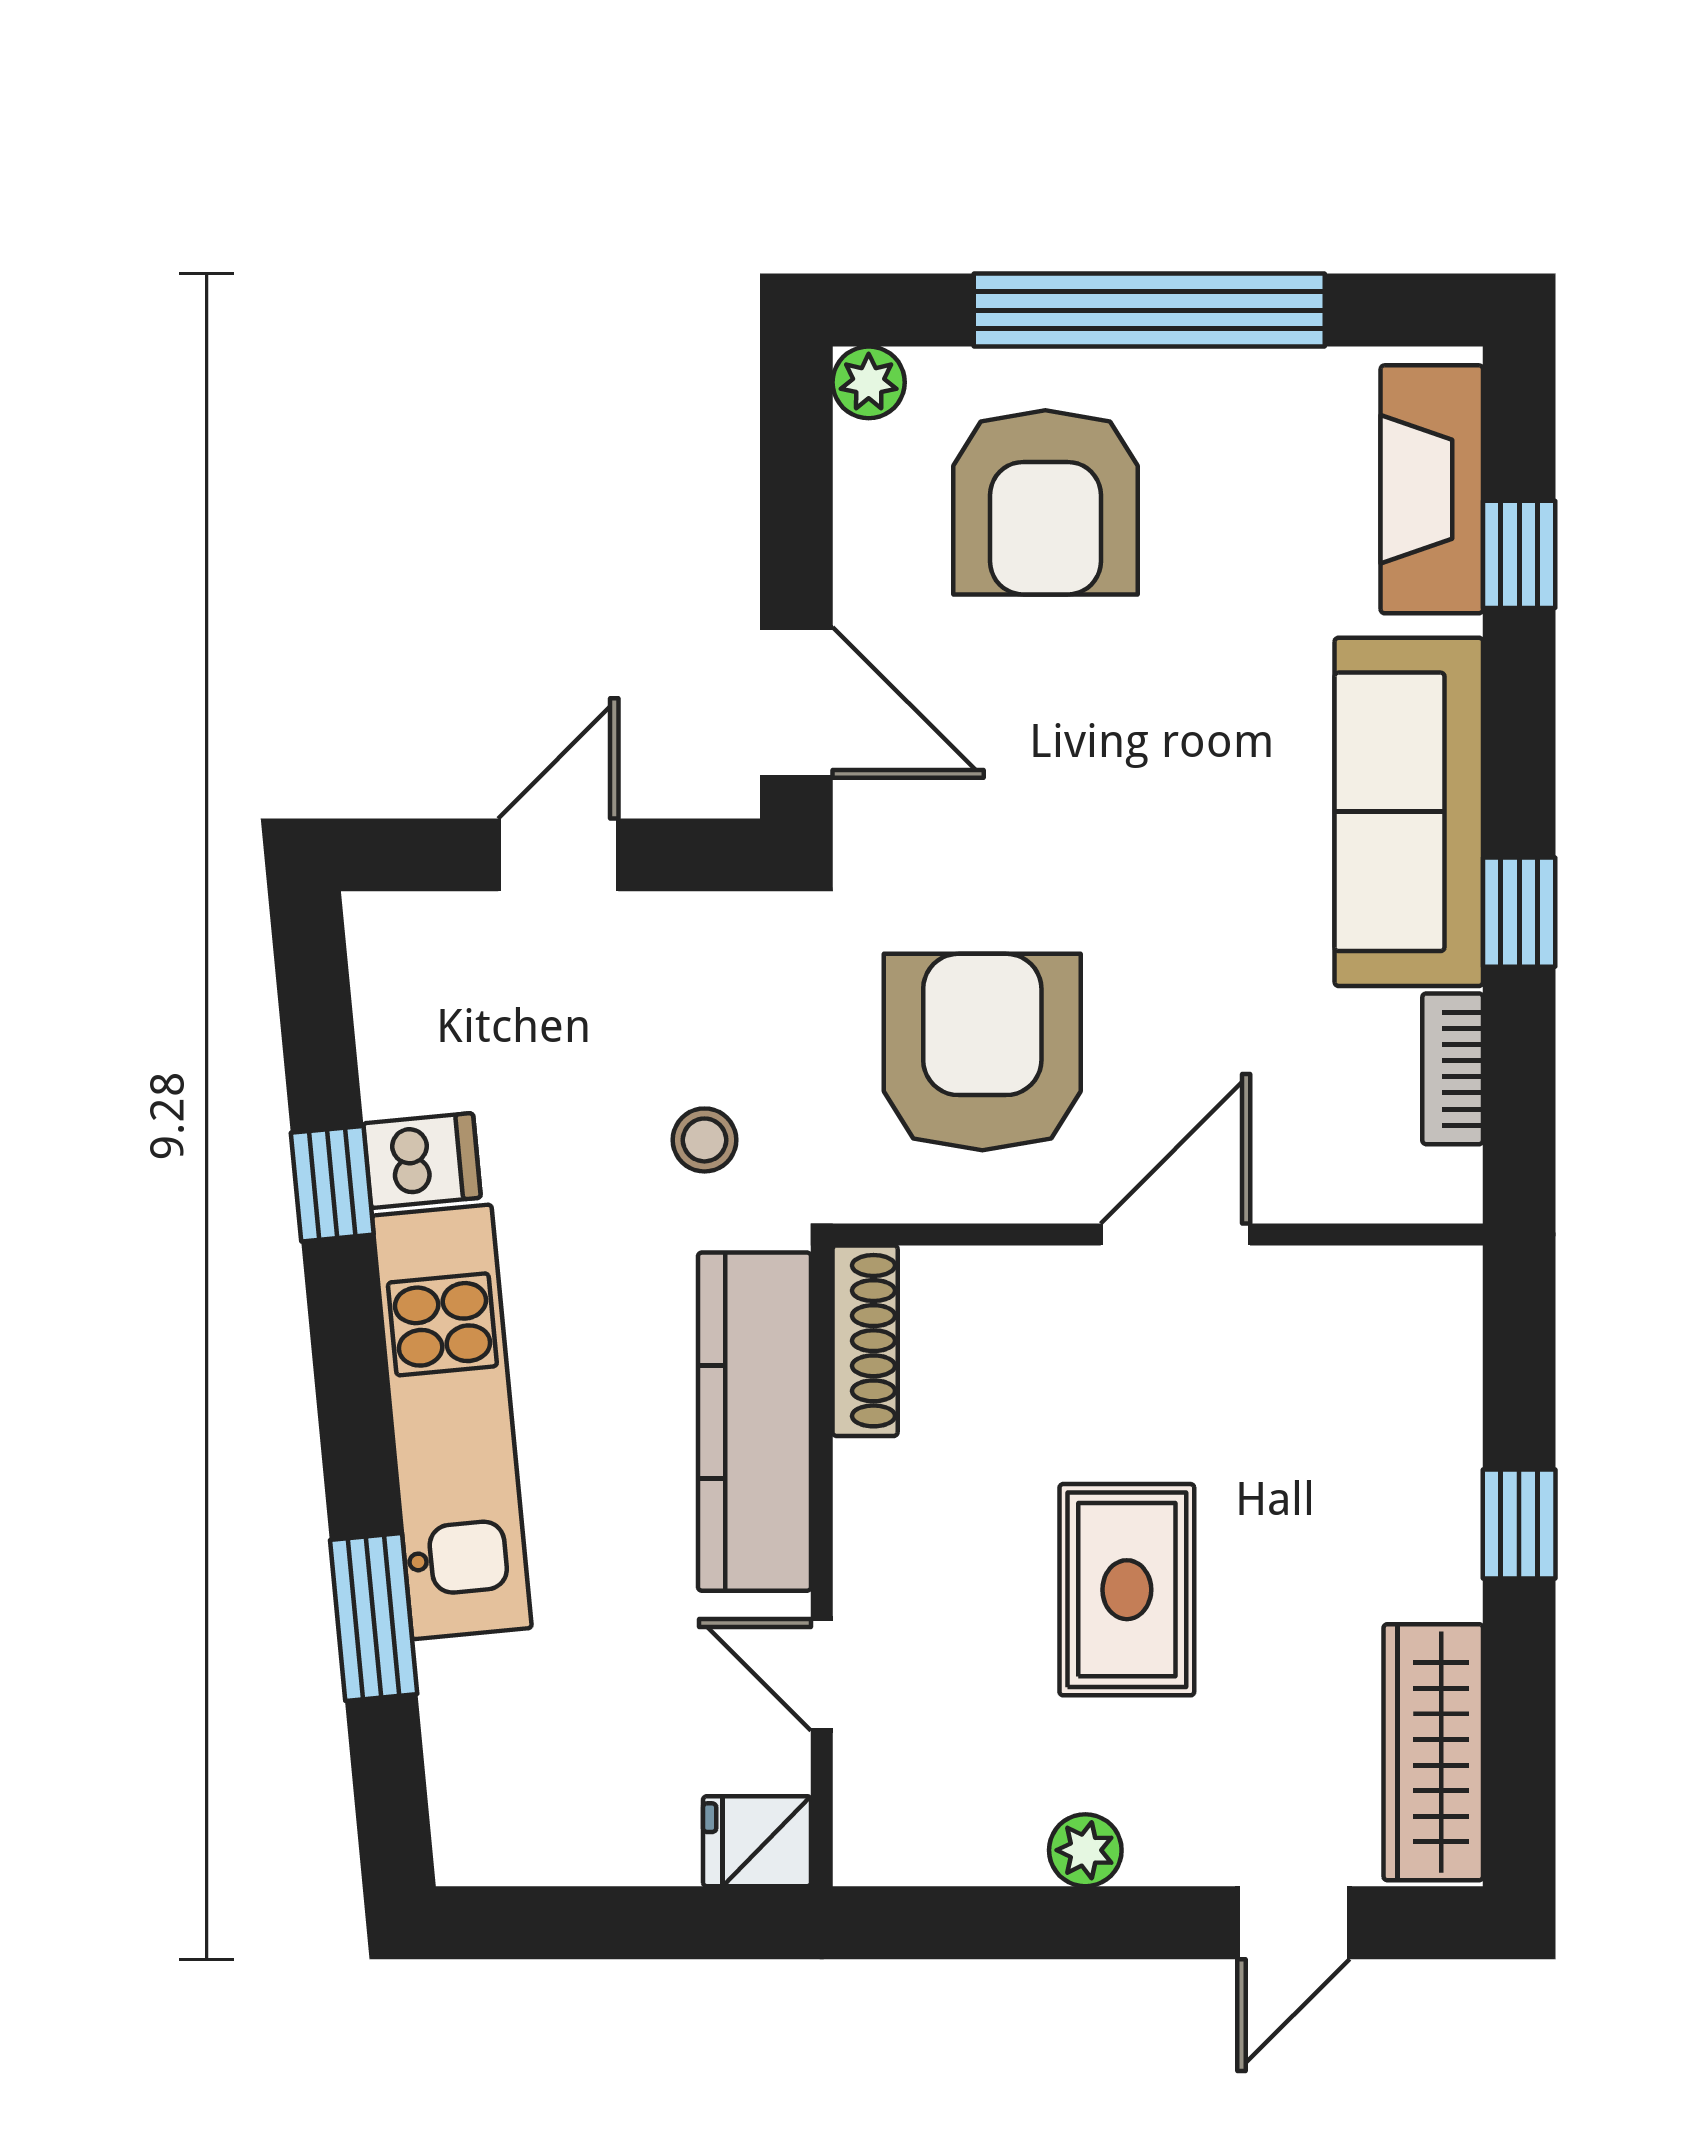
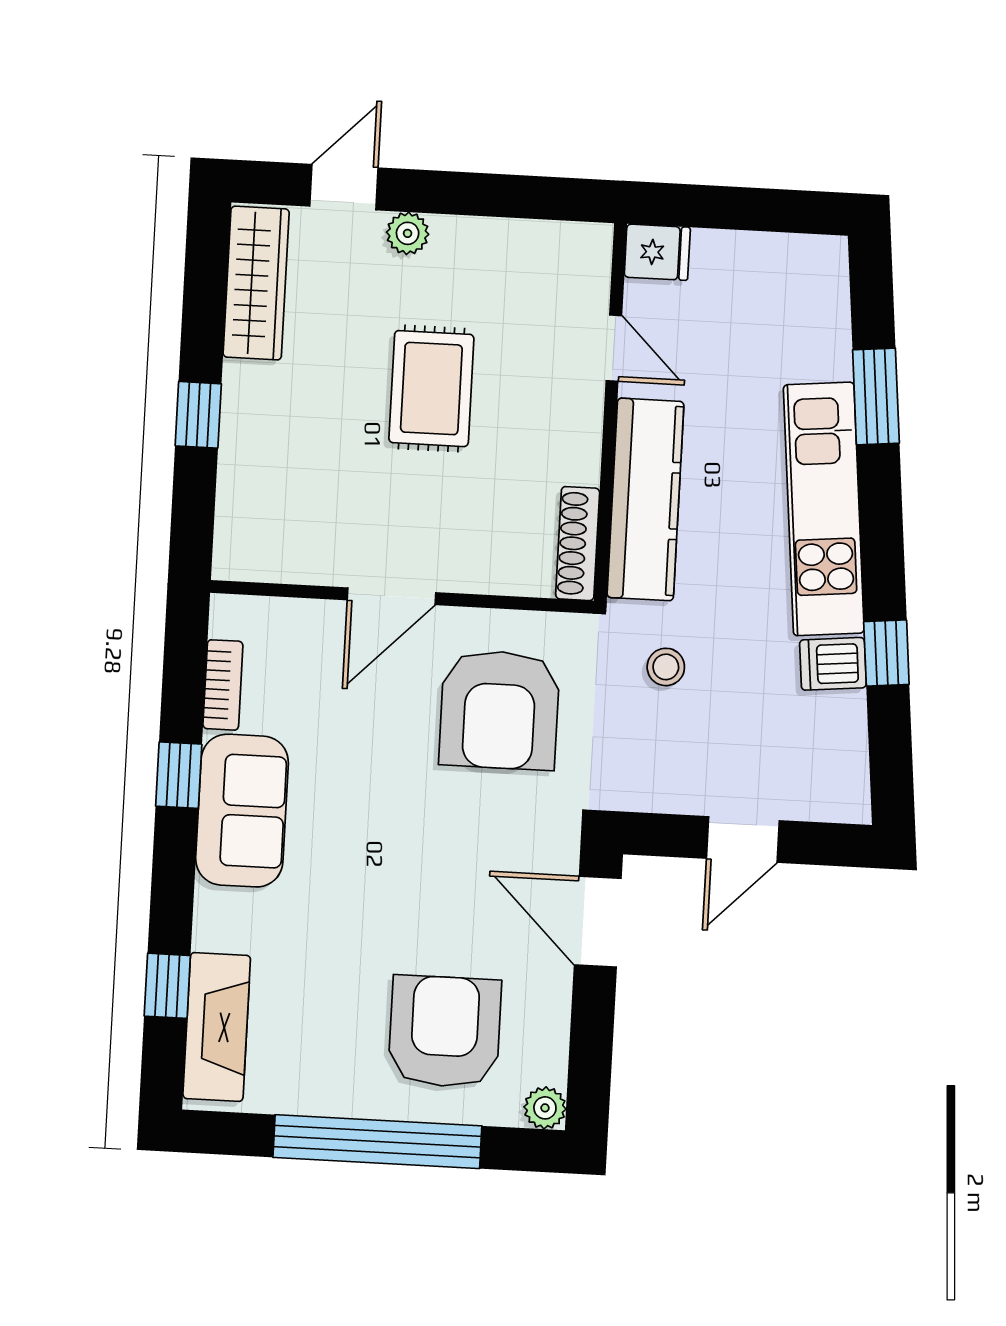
sofa: (1409, 812) -> (242, 811), width x0.73
plant: (1085, 1850) -> (408, 233), moved

